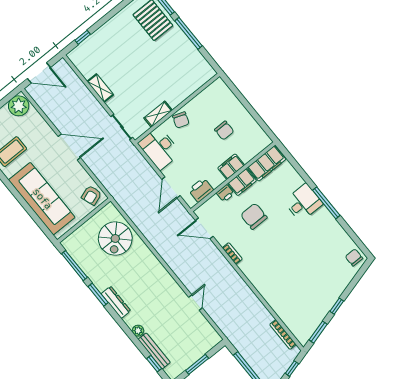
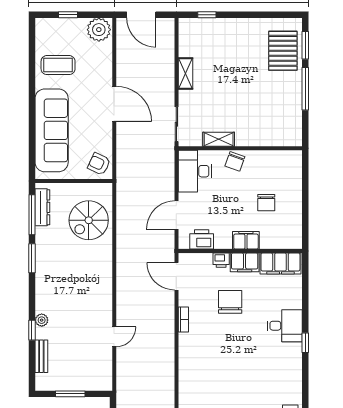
armchair: (92, 195) -> (99, 164), turned 44
window: (326, 203) -> (305, 343), width x0.46
dresser: (116, 302) -> (42, 207), moved
bench: (154, 351) -> (41, 356), width x0.73
window: (154, 364) -> (32, 330), moved

